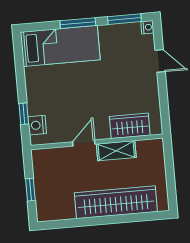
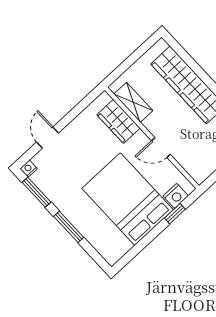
bed: (60, 46) -> (128, 199), moved, width x1.50
shelving: (116, 151) -> (133, 102), moved

